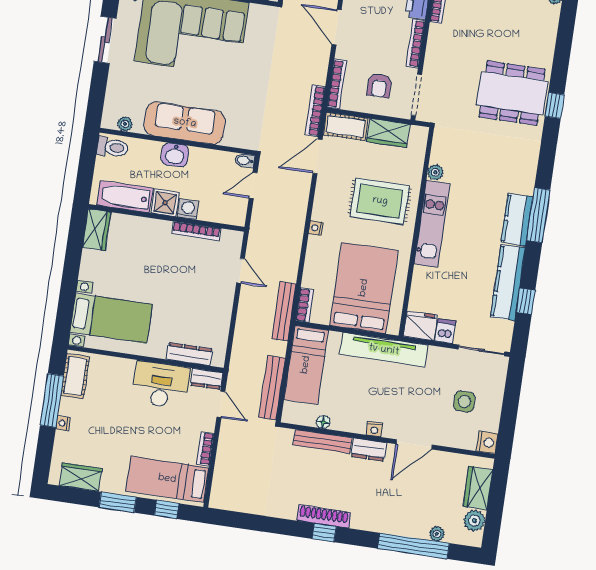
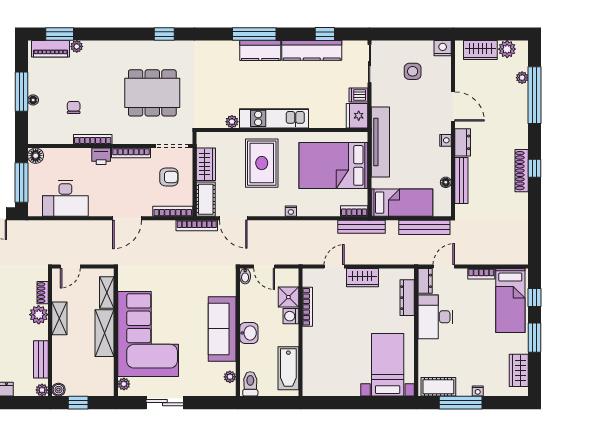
dining table: (512, 93) -> (152, 93), moved, turned 90
shower: (165, 203) -> (288, 297), moved
wardrobe: (97, 230) -> (362, 278), moved, turned 180

